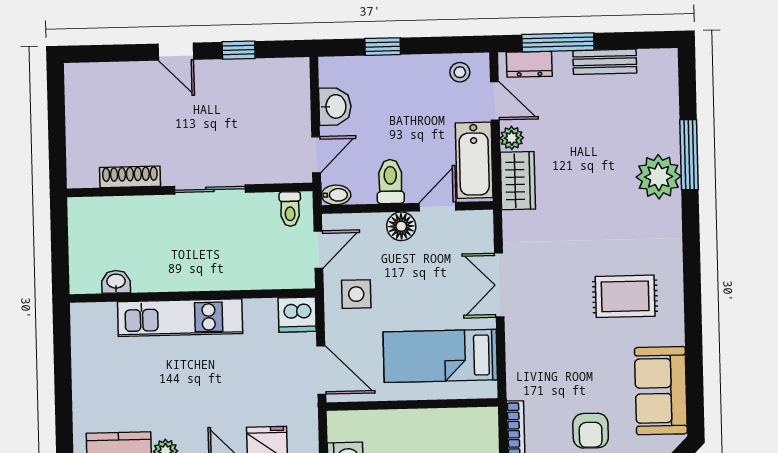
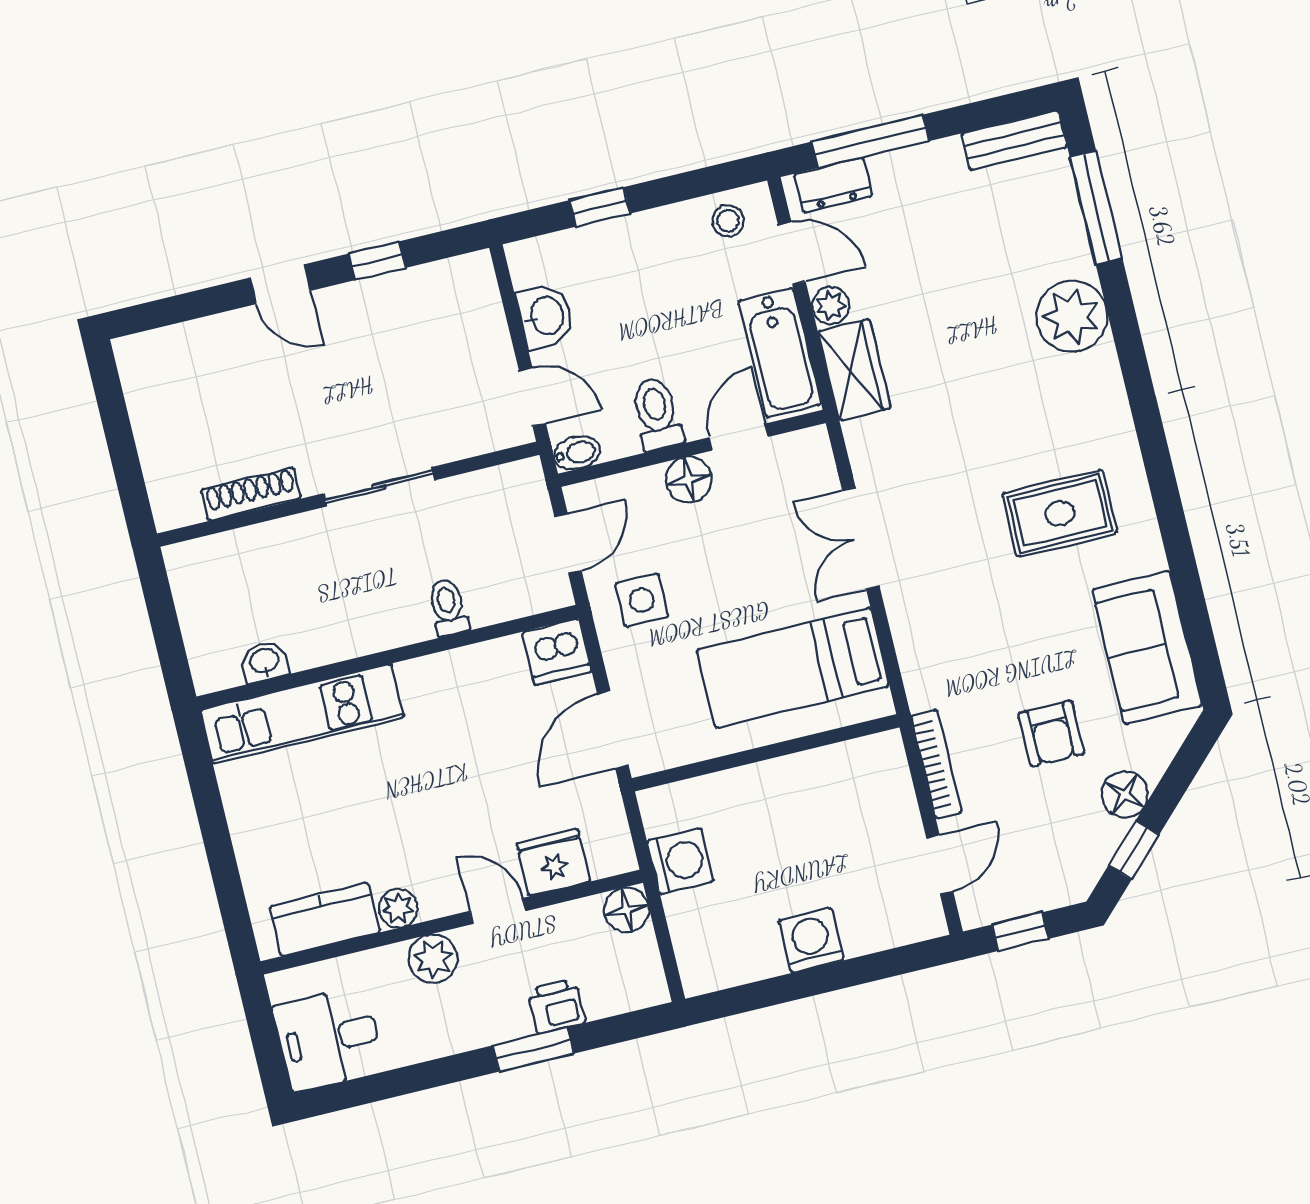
bench: (605, 62) -> (1014, 140), moved
door: (316, 155) -> (532, 397), hinge flipped
window: (689, 155) -> (1096, 208), moved
toilet: (290, 209) -> (448, 608), moved, turned 180
kitchen unit: (180, 318) -> (302, 714), moved
door: (321, 370) -> (613, 730), swing flipped

